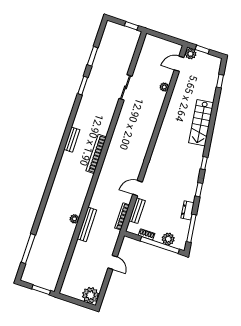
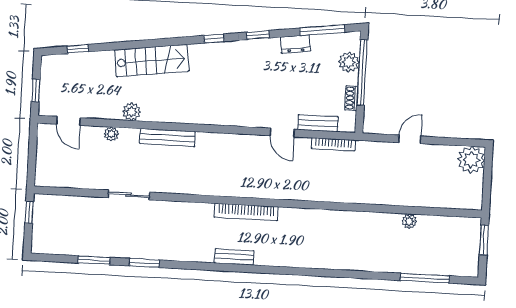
plant: (191, 54) -> (132, 112), moved
plant: (74, 219) -> (409, 221), moved
bench: (87, 224) -> (167, 137), moved

